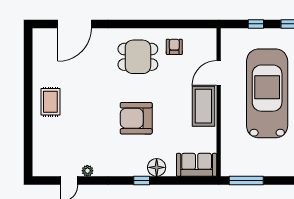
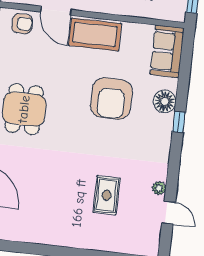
armchair: (174, 47) -> (22, 24), moved, turned 180
rug: (50, 102) -> (107, 195), moved, turned 90
armchair: (136, 118) -> (111, 99), moved

